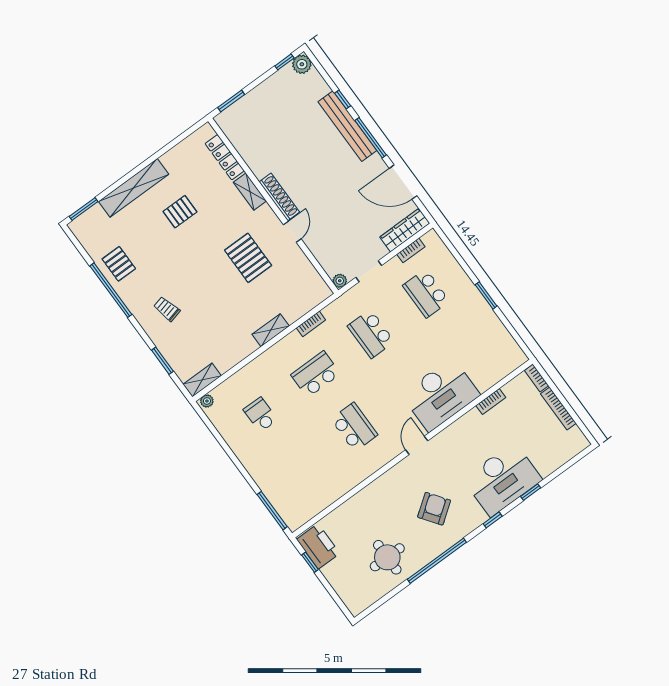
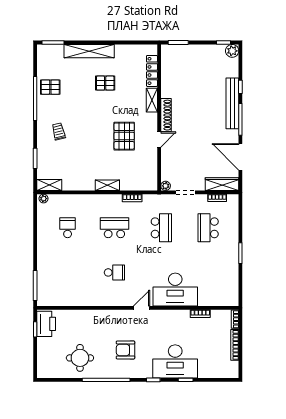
pallet: (119, 264) -> (50, 87), turned 90
school desk: (371, 334) -> (161, 228), turned 180
school desk: (354, 427) -> (114, 272), width x0.54
armchair: (434, 509) -> (125, 350), turned -144

